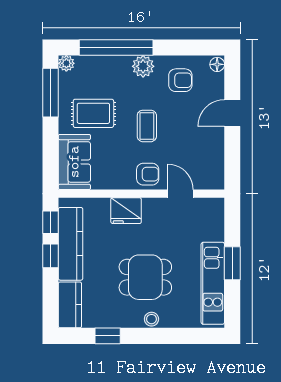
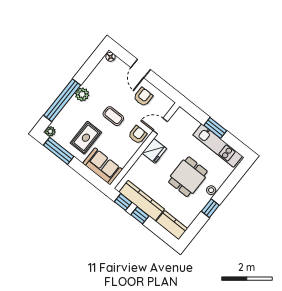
armchair: (180, 80) -> (143, 97), moved
fridge: (126, 211) -> (154, 151), moved
window: (108, 336) -> (210, 208), moved

